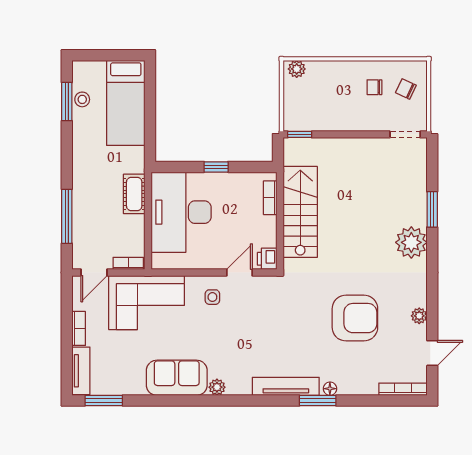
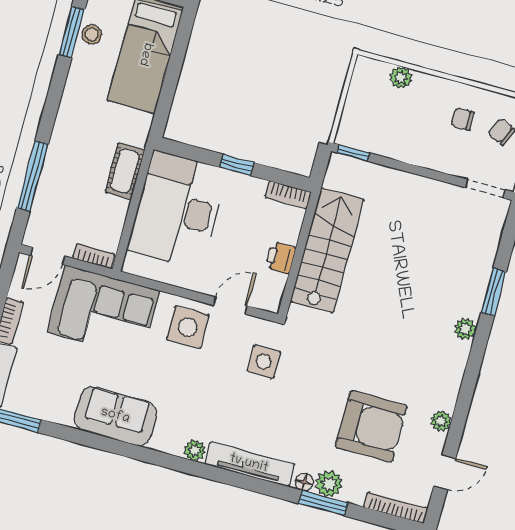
plant: (297, 69) -> (401, 77), moved
bookcase: (270, 198) -> (288, 195), moved, turned -90
plant: (411, 242) -> (465, 329), width x0.53, depth x0.53
printer: (267, 259) -> (281, 258), moved
side table: (212, 297) -> (188, 327), width x1.87, depth x1.87
side table: (276, 307) -> (264, 362), added
armchair: (355, 318) -> (371, 426), moved
plant: (349, 385) -> (329, 484), added
plant: (217, 387) -> (195, 450), moved
window: (318, 400) -> (323, 503), moved

